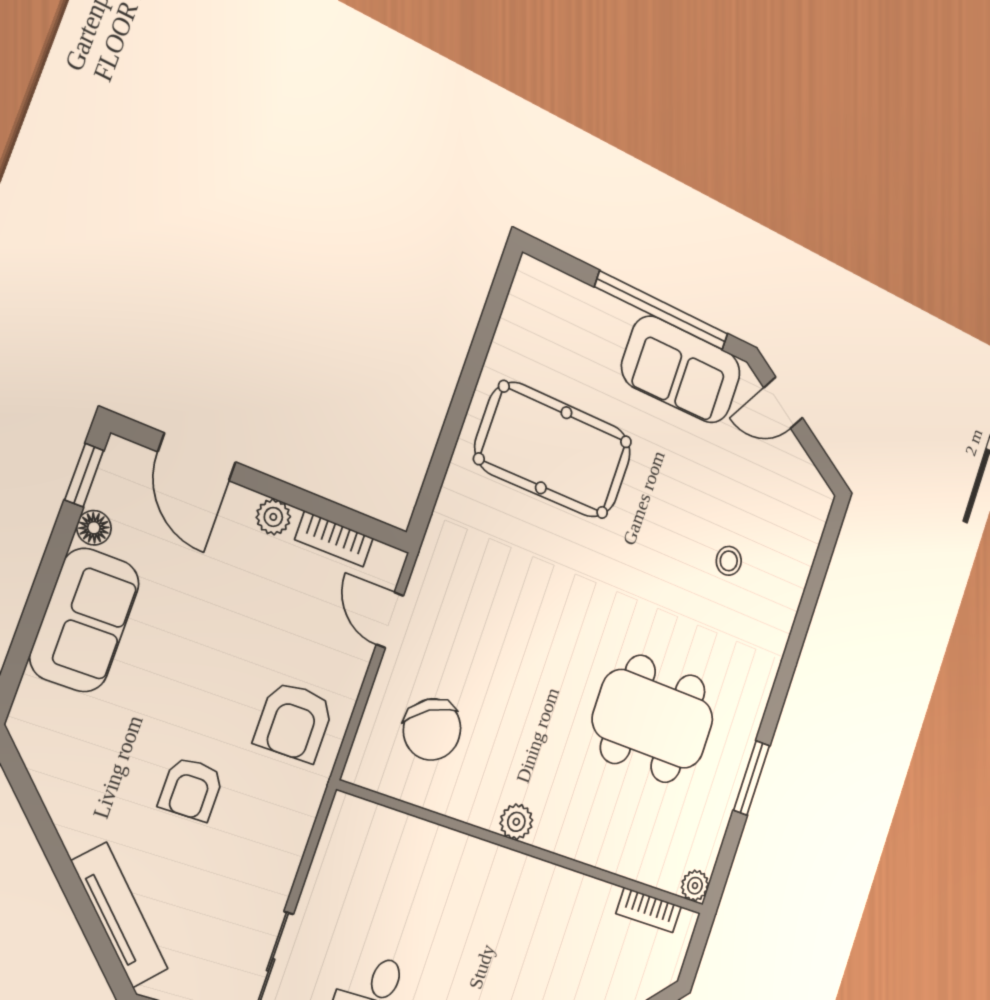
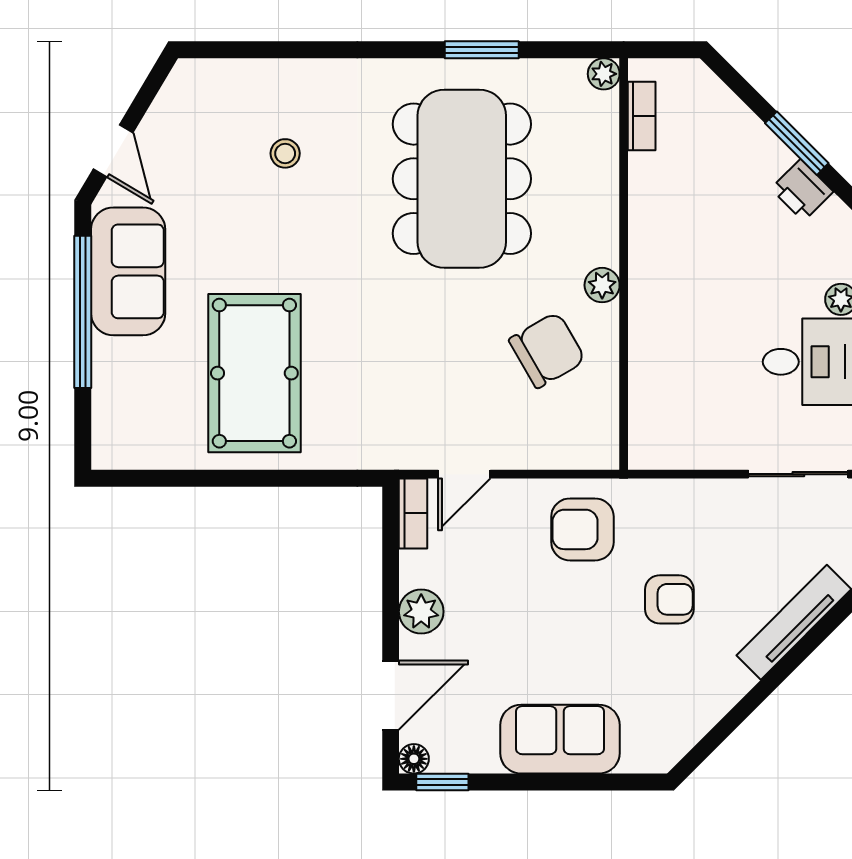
plant: (273, 517) -> (421, 612), width x1.38, depth x1.38
floor lamp: (94, 528) -> (414, 759), moved
bookcase: (334, 539) -> (413, 513), moved
dining table: (653, 719) -> (462, 179), width x1.36, depth x1.24
armchair: (294, 722) -> (582, 529), turned 180
chair: (432, 729) -> (547, 350), moved

